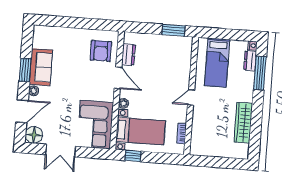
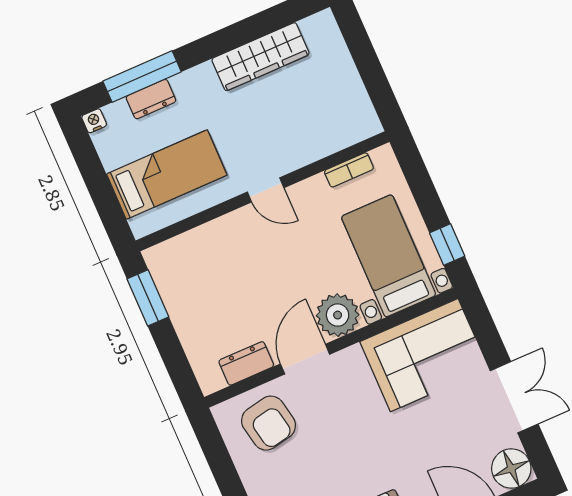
armchair: (101, 51) -> (268, 423), turned 79
dresser: (250, 61) -> (151, 99), moved
plant: (124, 103) -> (338, 315), width x1.87, depth x1.87

